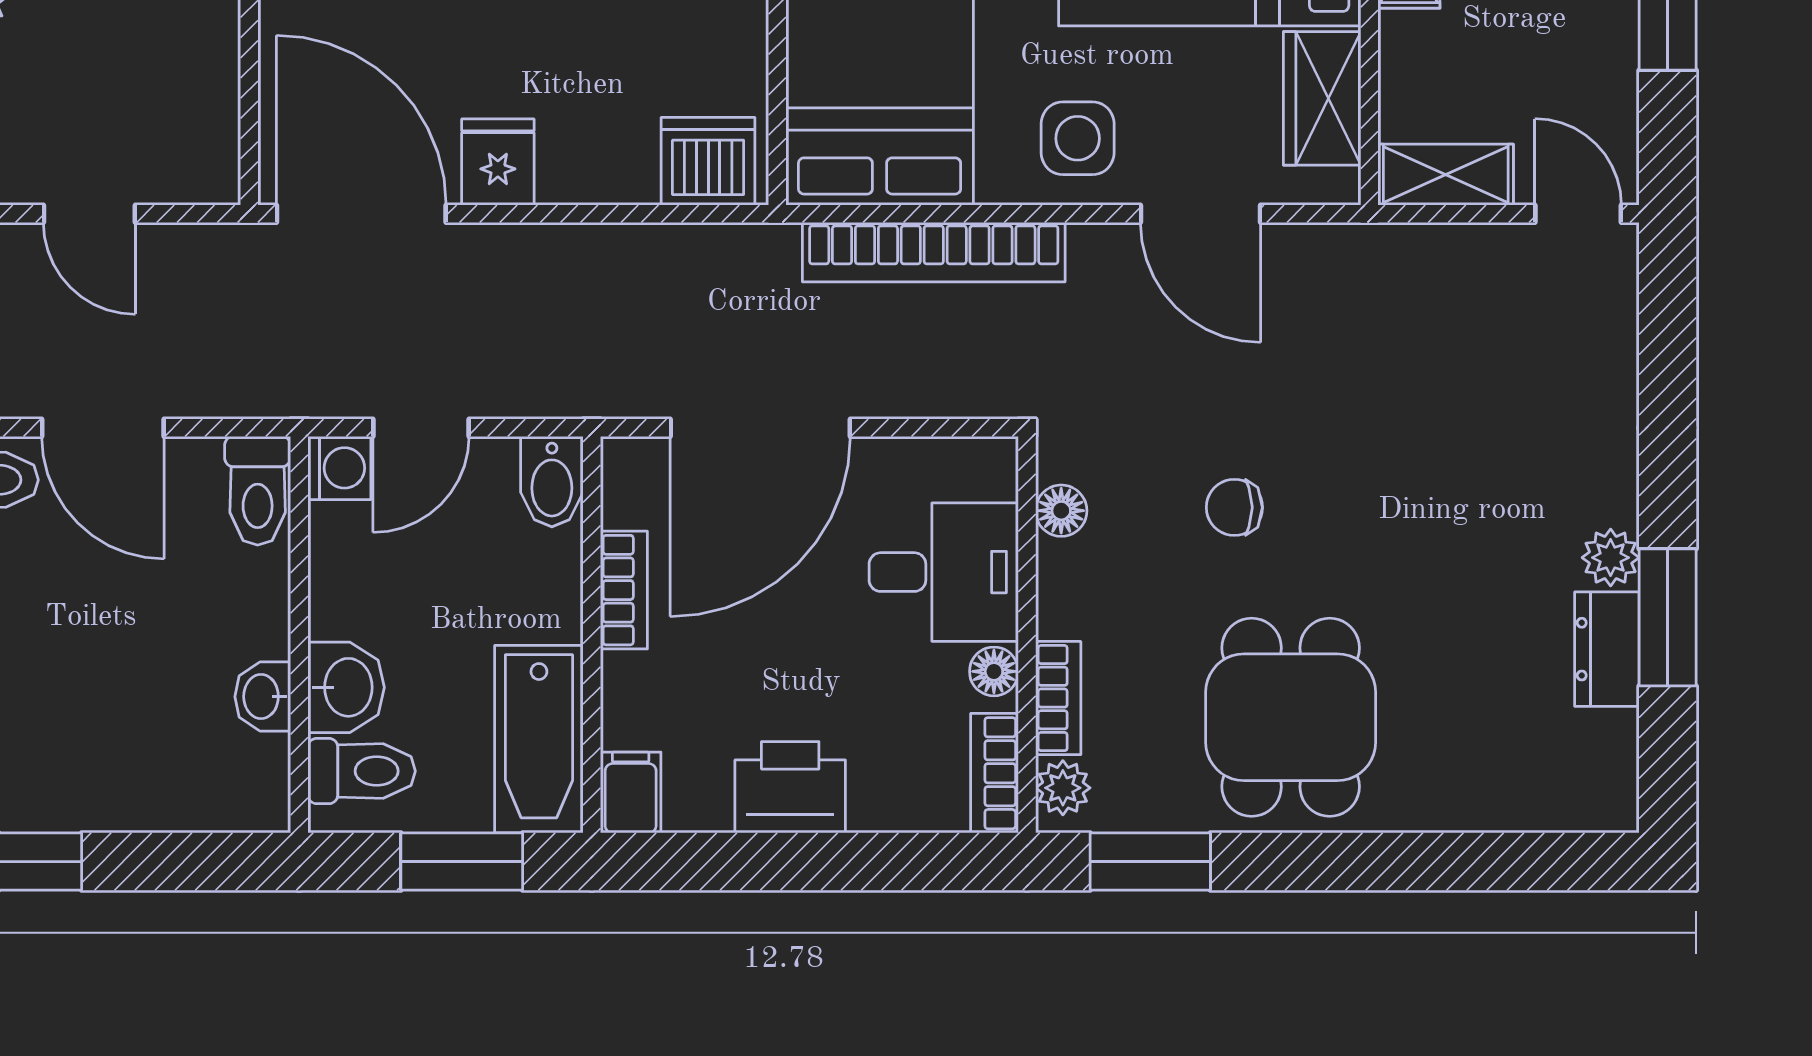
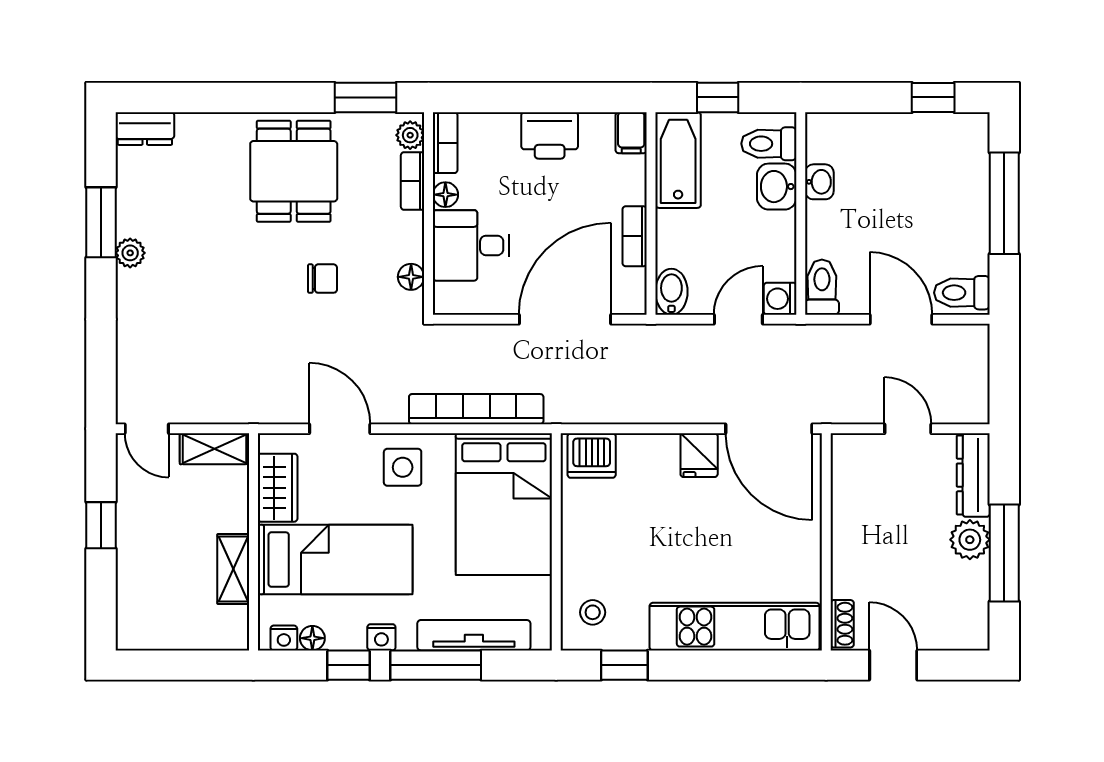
dresser: (1607, 649) -> (145, 129), moved, turned 90
window: (462, 862) -> (718, 97), width x0.67

